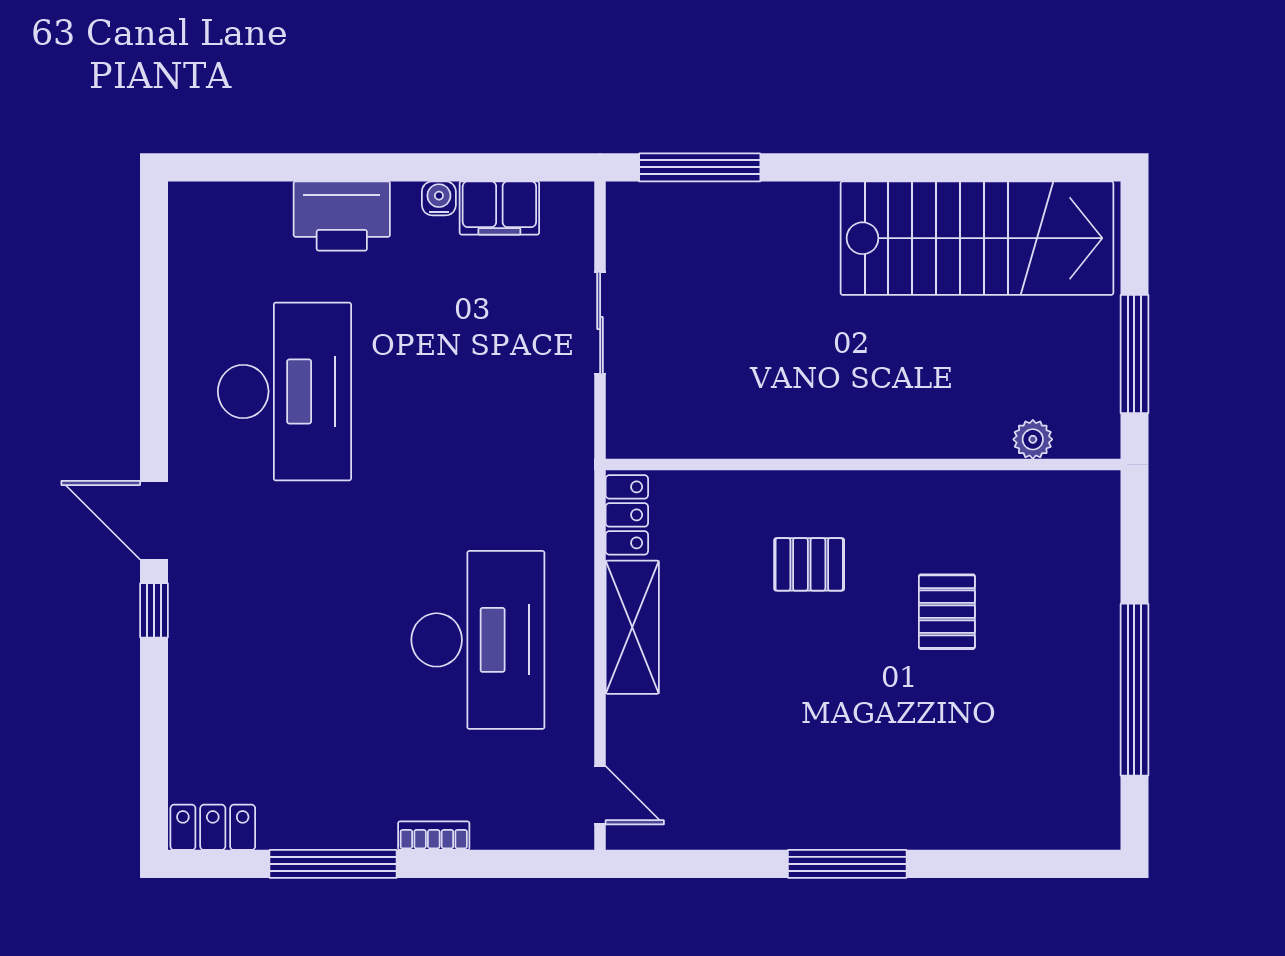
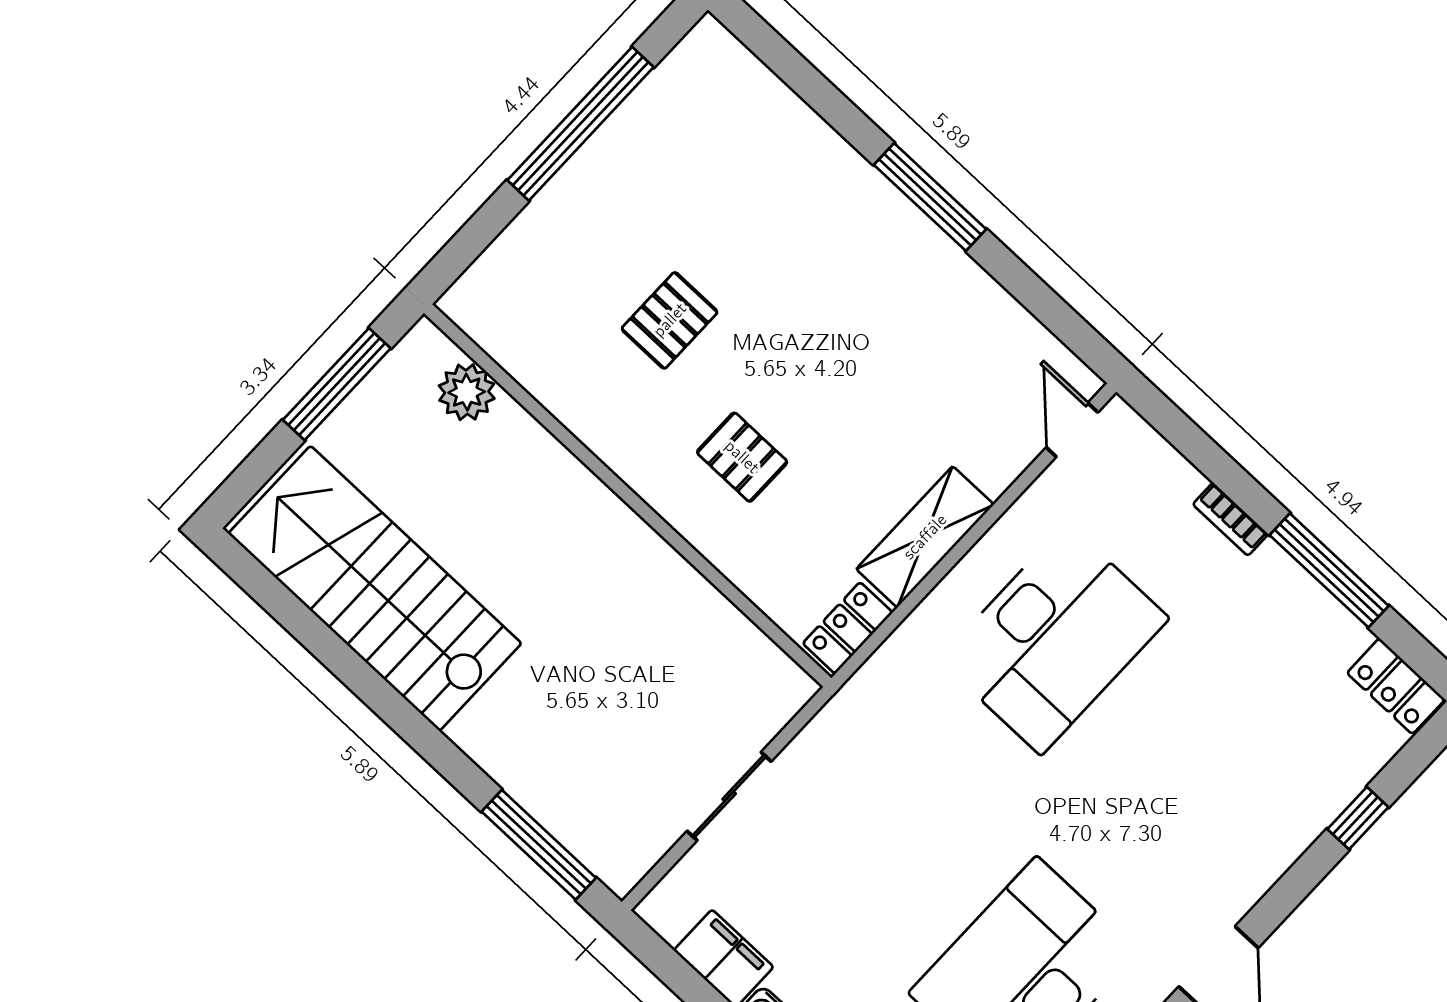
plant: (1033, 439) -> (467, 392), width x1.38, depth x1.38
window: (154, 610) -> (1358, 818), moved
desk: (478, 640) -> (1054, 639), turned 180

